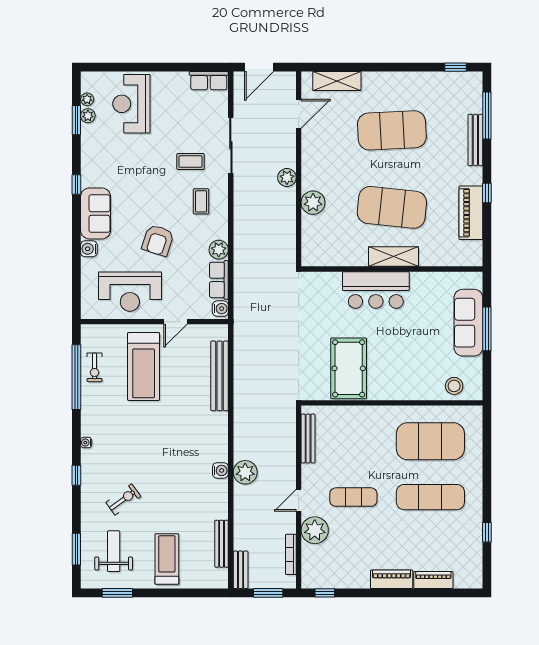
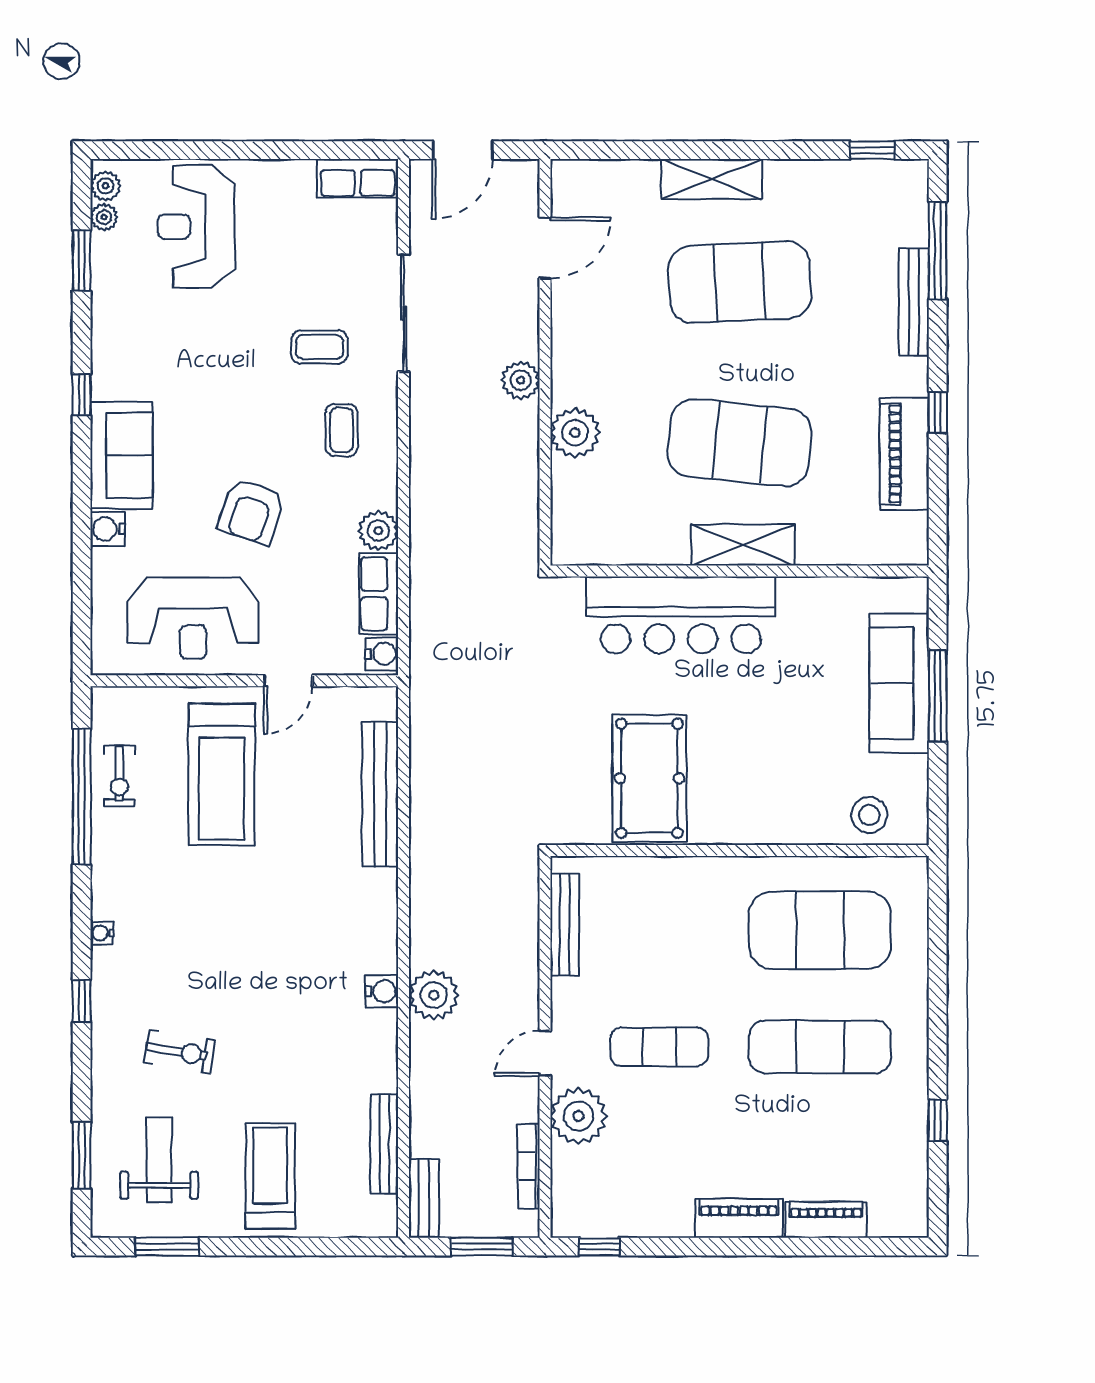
shelving: (337, 81) -> (712, 179), moved
plant: (88, 116) -> (105, 186), moved
bar counter: (376, 290) -> (681, 615), width x1.36
exercise bike: (123, 499) -> (180, 1052), turned 45

